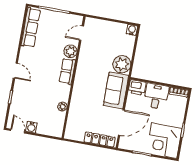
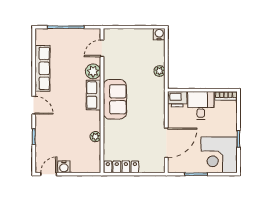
row of seats: (31, 28) -> (42, 68), moved
plant: (122, 64) -> (160, 71), width x0.53, depth x0.53
sofa: (116, 90) -> (115, 99), moved, turned 180
door: (17, 131) -> (49, 174), hinge flipped
locker: (99, 140) -> (121, 167), moved

